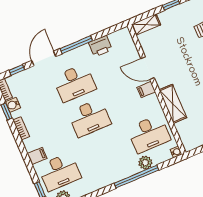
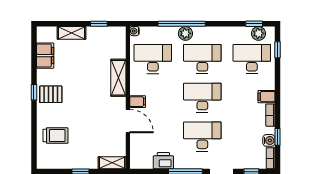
desk: (104, 153) -> (202, 59), added
filing cabinet: (37, 156) -> (266, 97), moved
plant: (145, 163) -> (185, 33), moved

